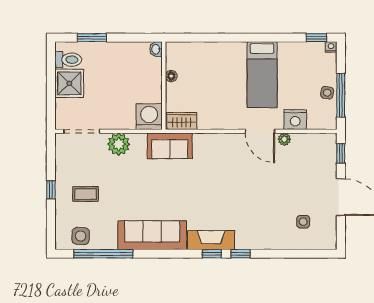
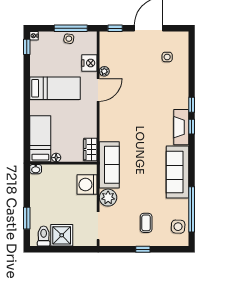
bed: (196, 55) -> (40, 139), added
washing machine: (149, 117) -> (87, 185), moved
sofa: (170, 146) -> (109, 165), width x1.36

